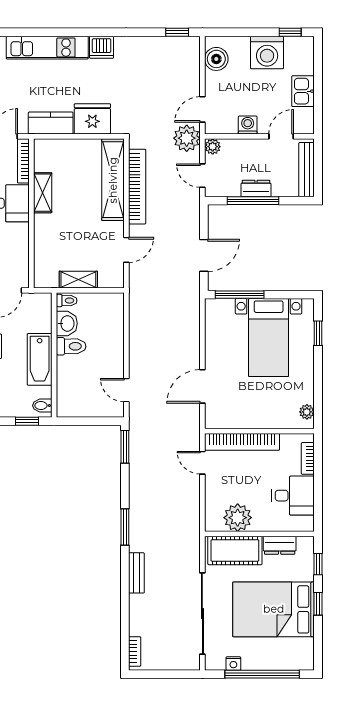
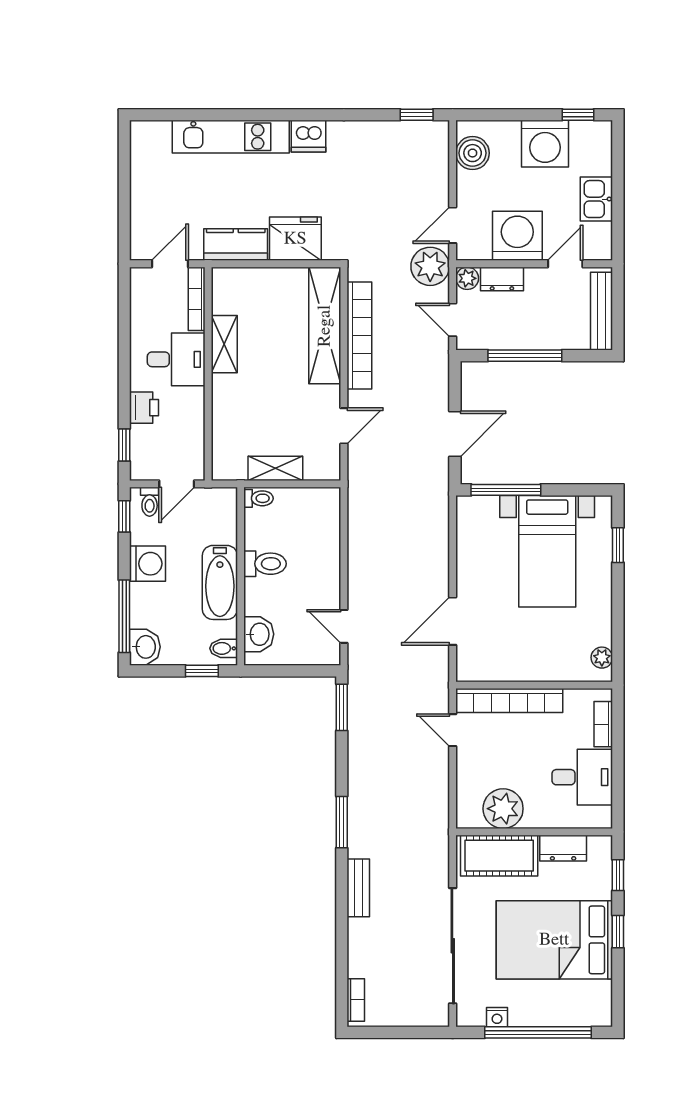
washing machine: (248, 125) -> (517, 236), width x1.89, depth x1.89
dresser: (256, 188) -> (502, 279), moved, turned 180
washbasin: (67, 323) -> (259, 634), moved

